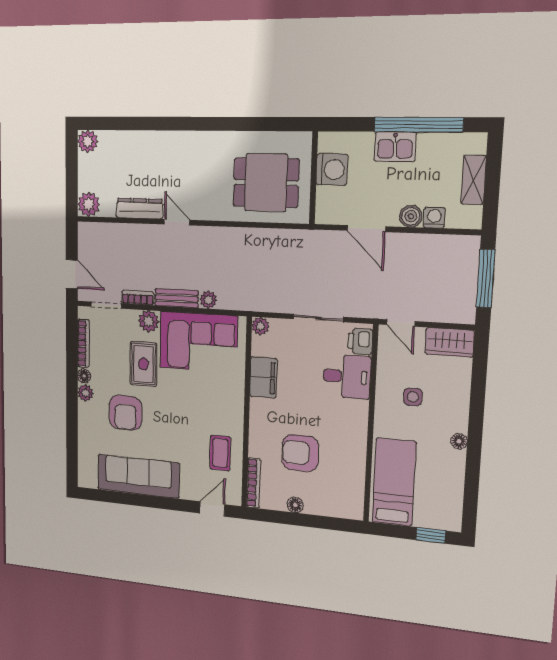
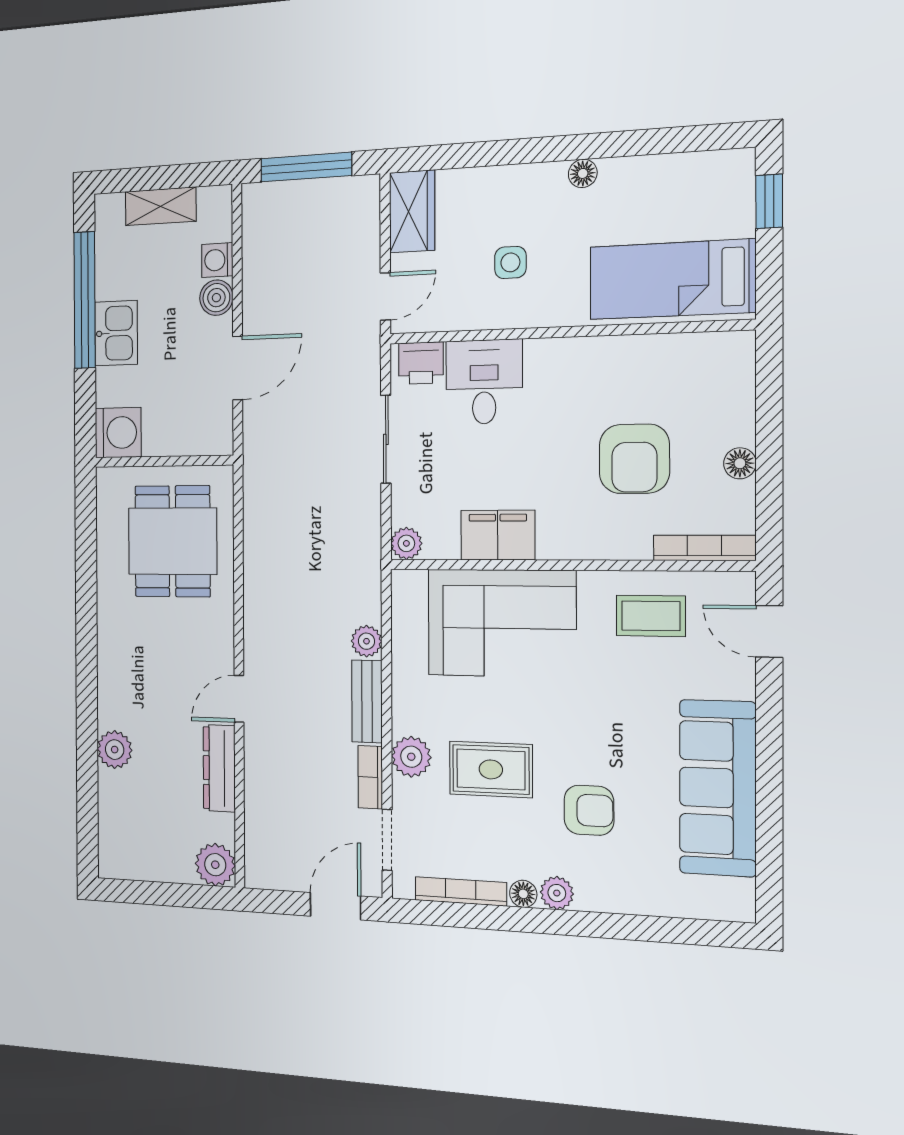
plant: (88, 141) -> (115, 750), moved
washing machine: (332, 170) -> (118, 433), moved, turned 90
corner sofa: (198, 342) -> (501, 623), moved, turned 90
armchair: (125, 413) -> (589, 810), width x0.72, depth x0.72

